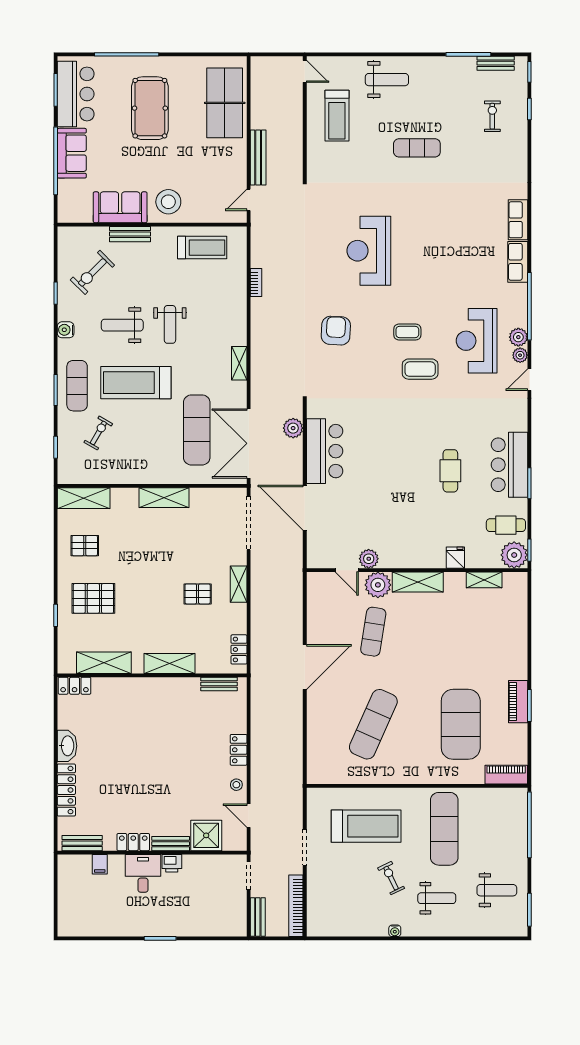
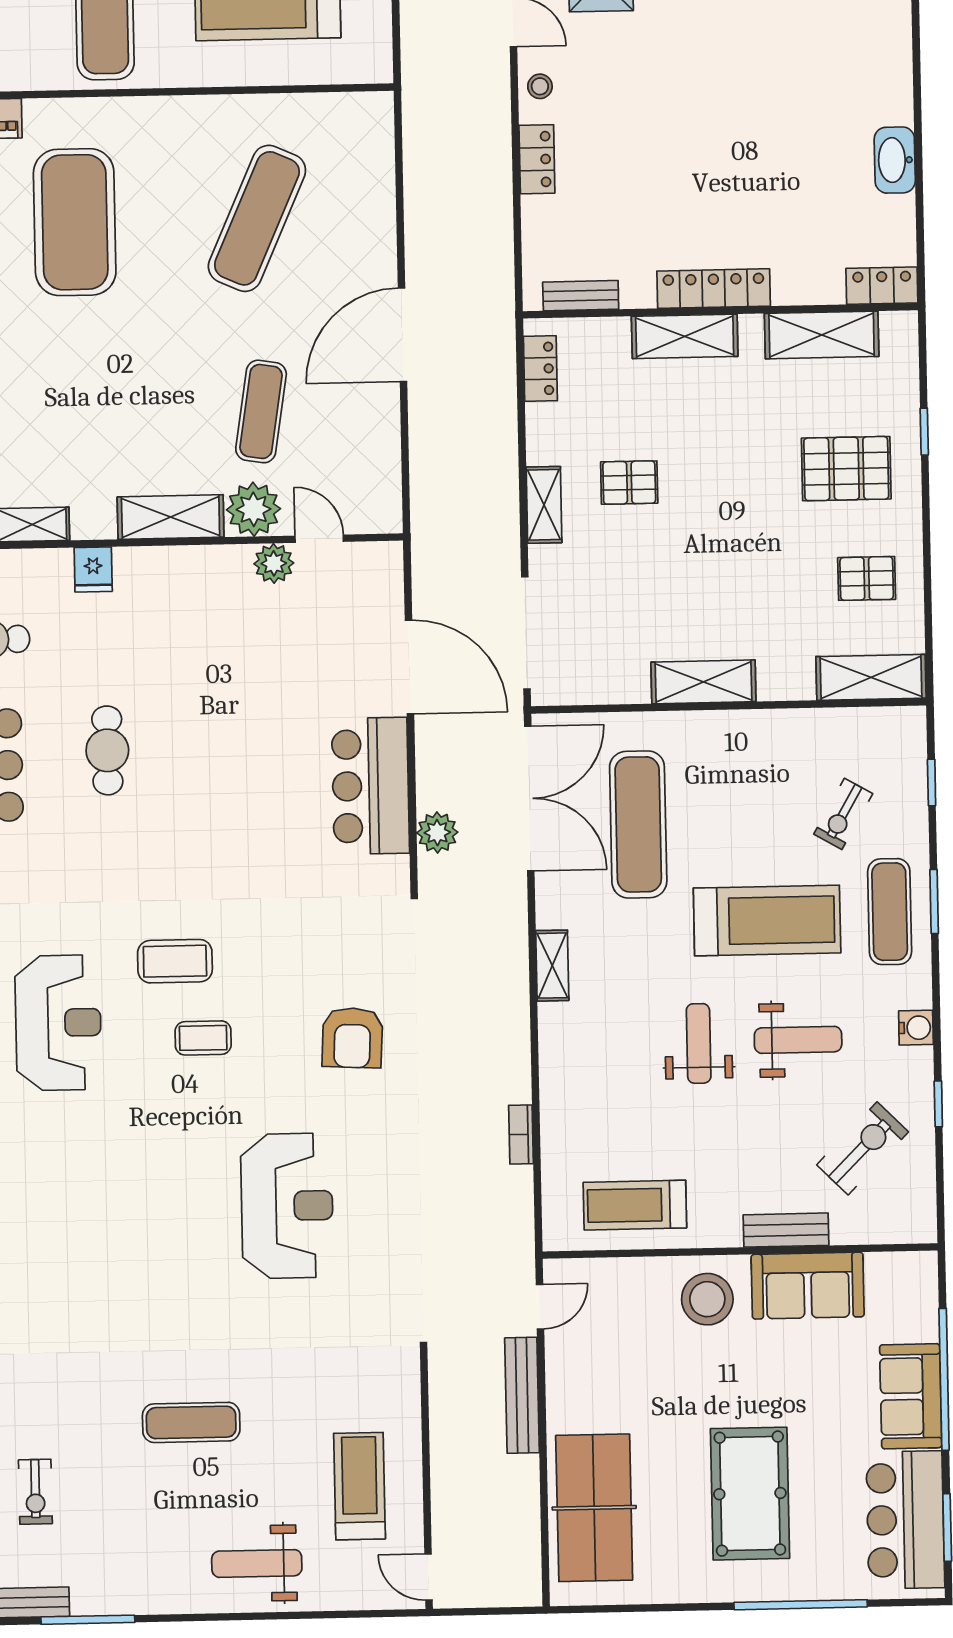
locker: (66, 790) -> (714, 289), moved, turned 90

